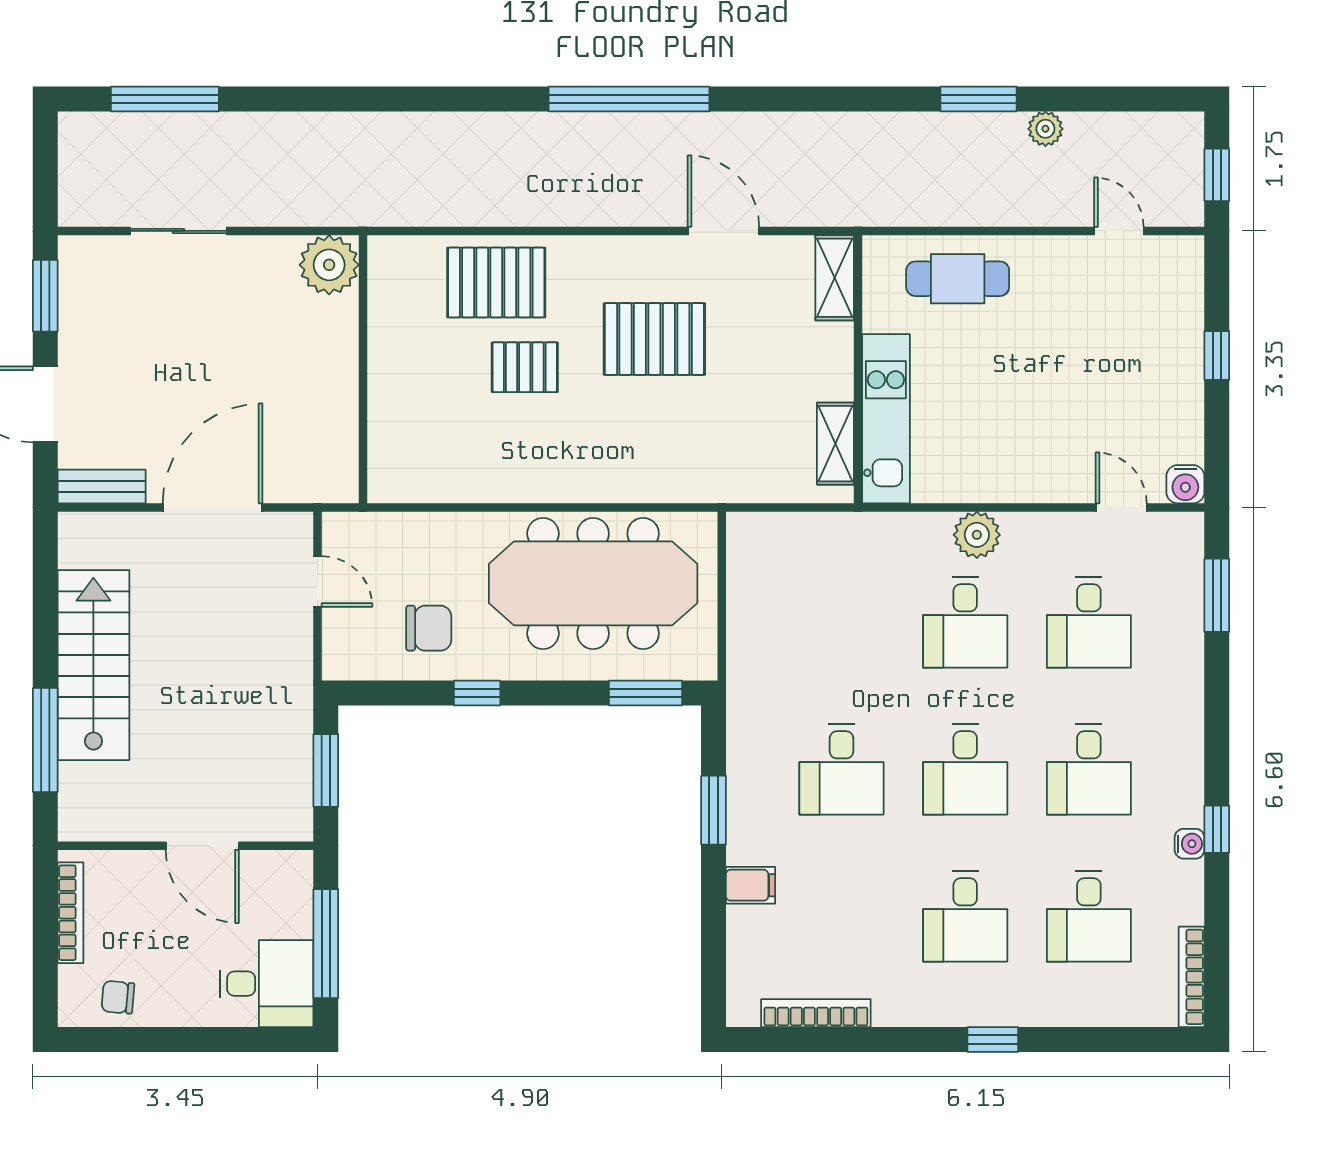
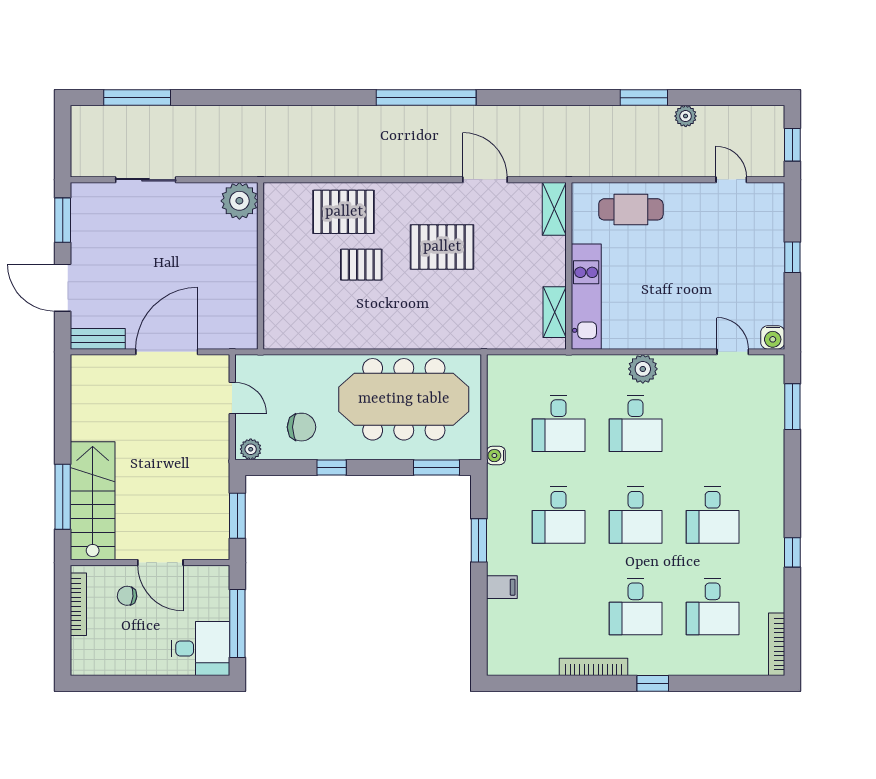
desk: (1089, 622) -> (559, 423), moved
plant: (347, 664) -> (251, 449), added
stairs: (93, 665) -> (93, 501), moved
water cooler: (1190, 844) -> (496, 456), moved, turned 180
chair: (118, 997) -> (127, 596), moved
bookcase: (816, 1013) -> (593, 667), moved

